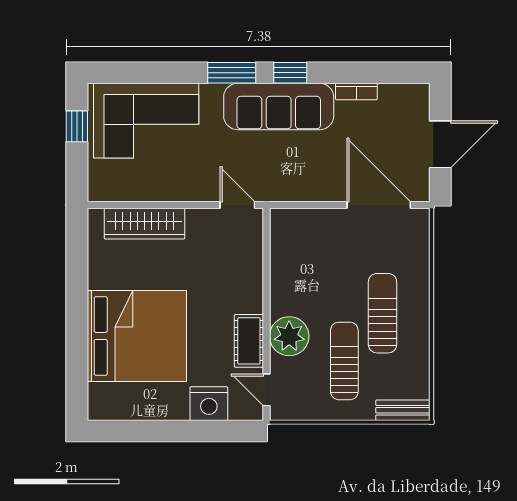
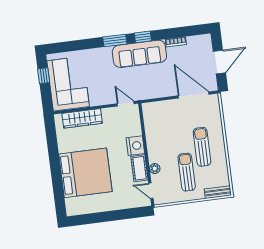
corner sofa: (146, 121) -> (68, 84), moved, turned -90
plant: (289, 336) -> (155, 169), width x0.53, depth x0.53
nightstand: (209, 404) -> (135, 146), moved, turned -90

